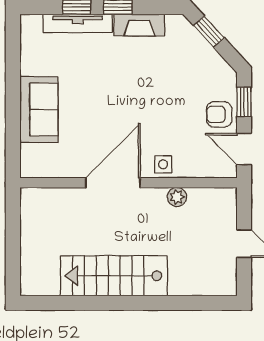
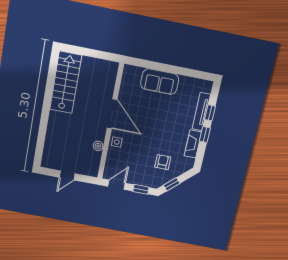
window: (209, 32) -> (172, 184), moved
armchair: (219, 114) -> (163, 162), moved
stairs: (114, 276) -> (66, 82), moved

